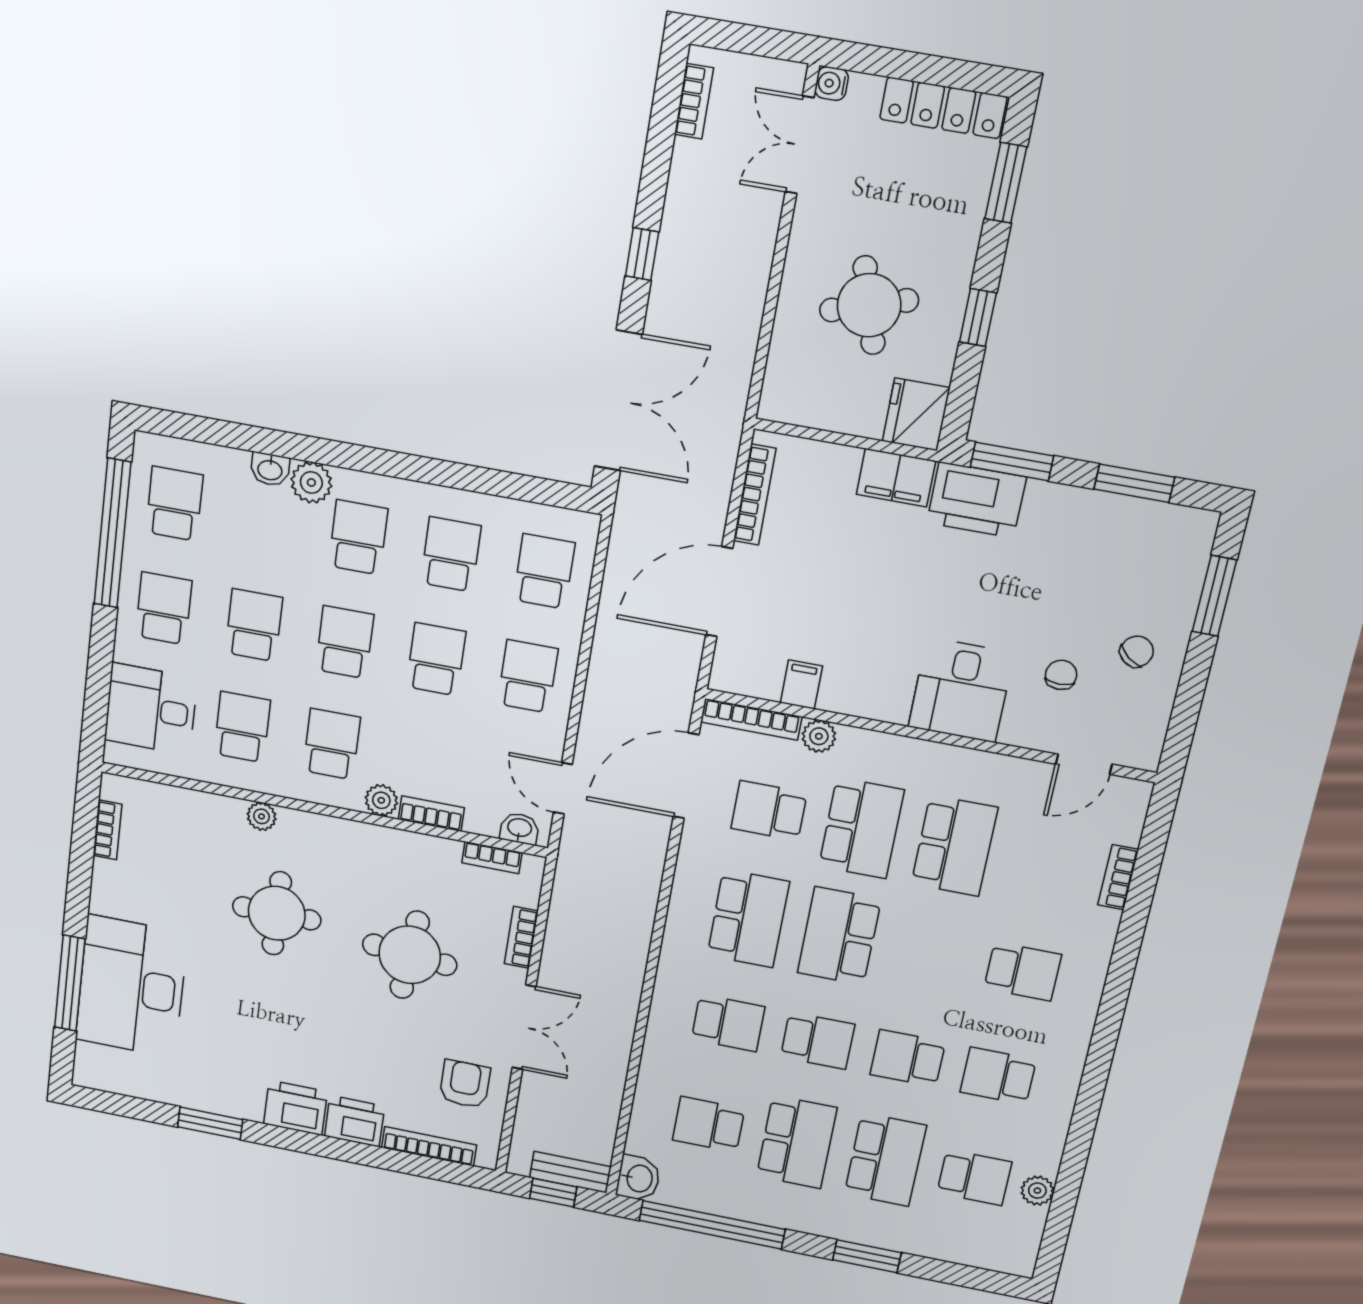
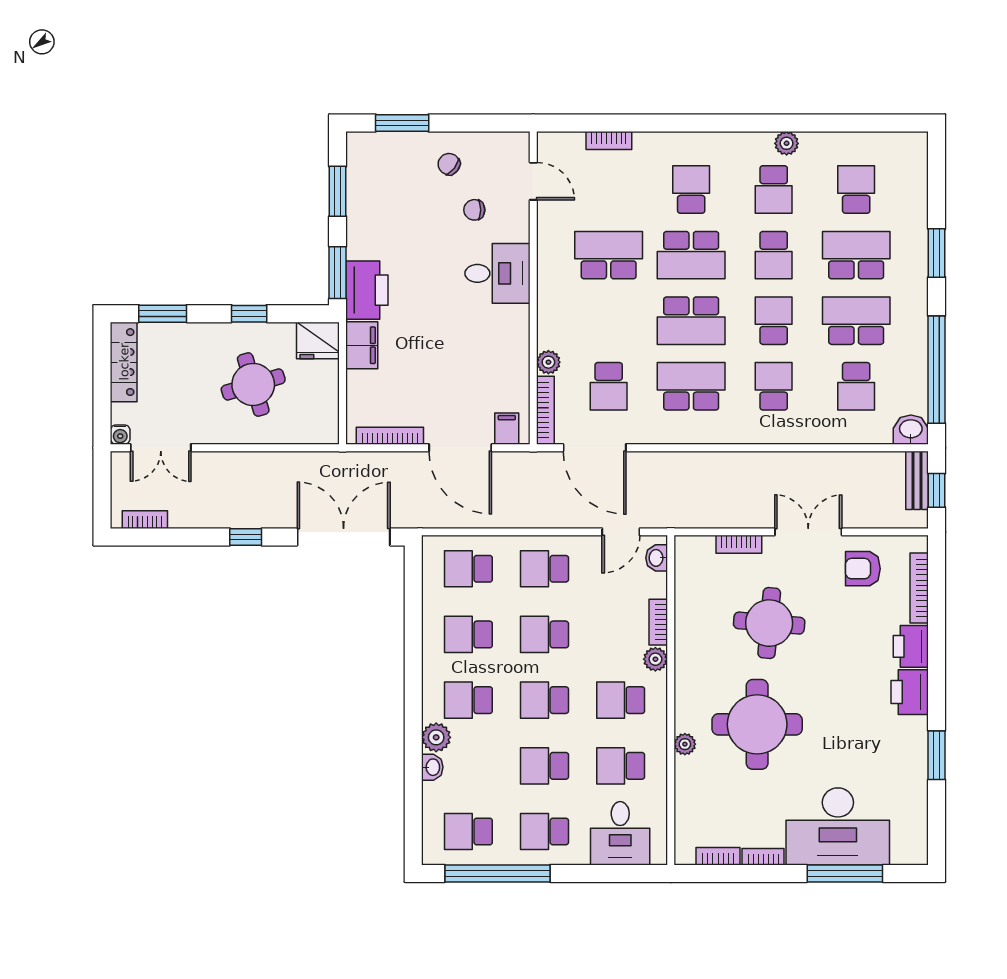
filing cabinet: (801, 684) -> (507, 429), moved, turned 90
school desk: (861, 828) -> (691, 255), moved, turned 180
bookcase: (492, 858) -> (763, 857), moved, turned -90
round table: (277, 913) -> (757, 724), width x1.36, depth x1.36
plant: (1037, 1191) -> (787, 143), moved

